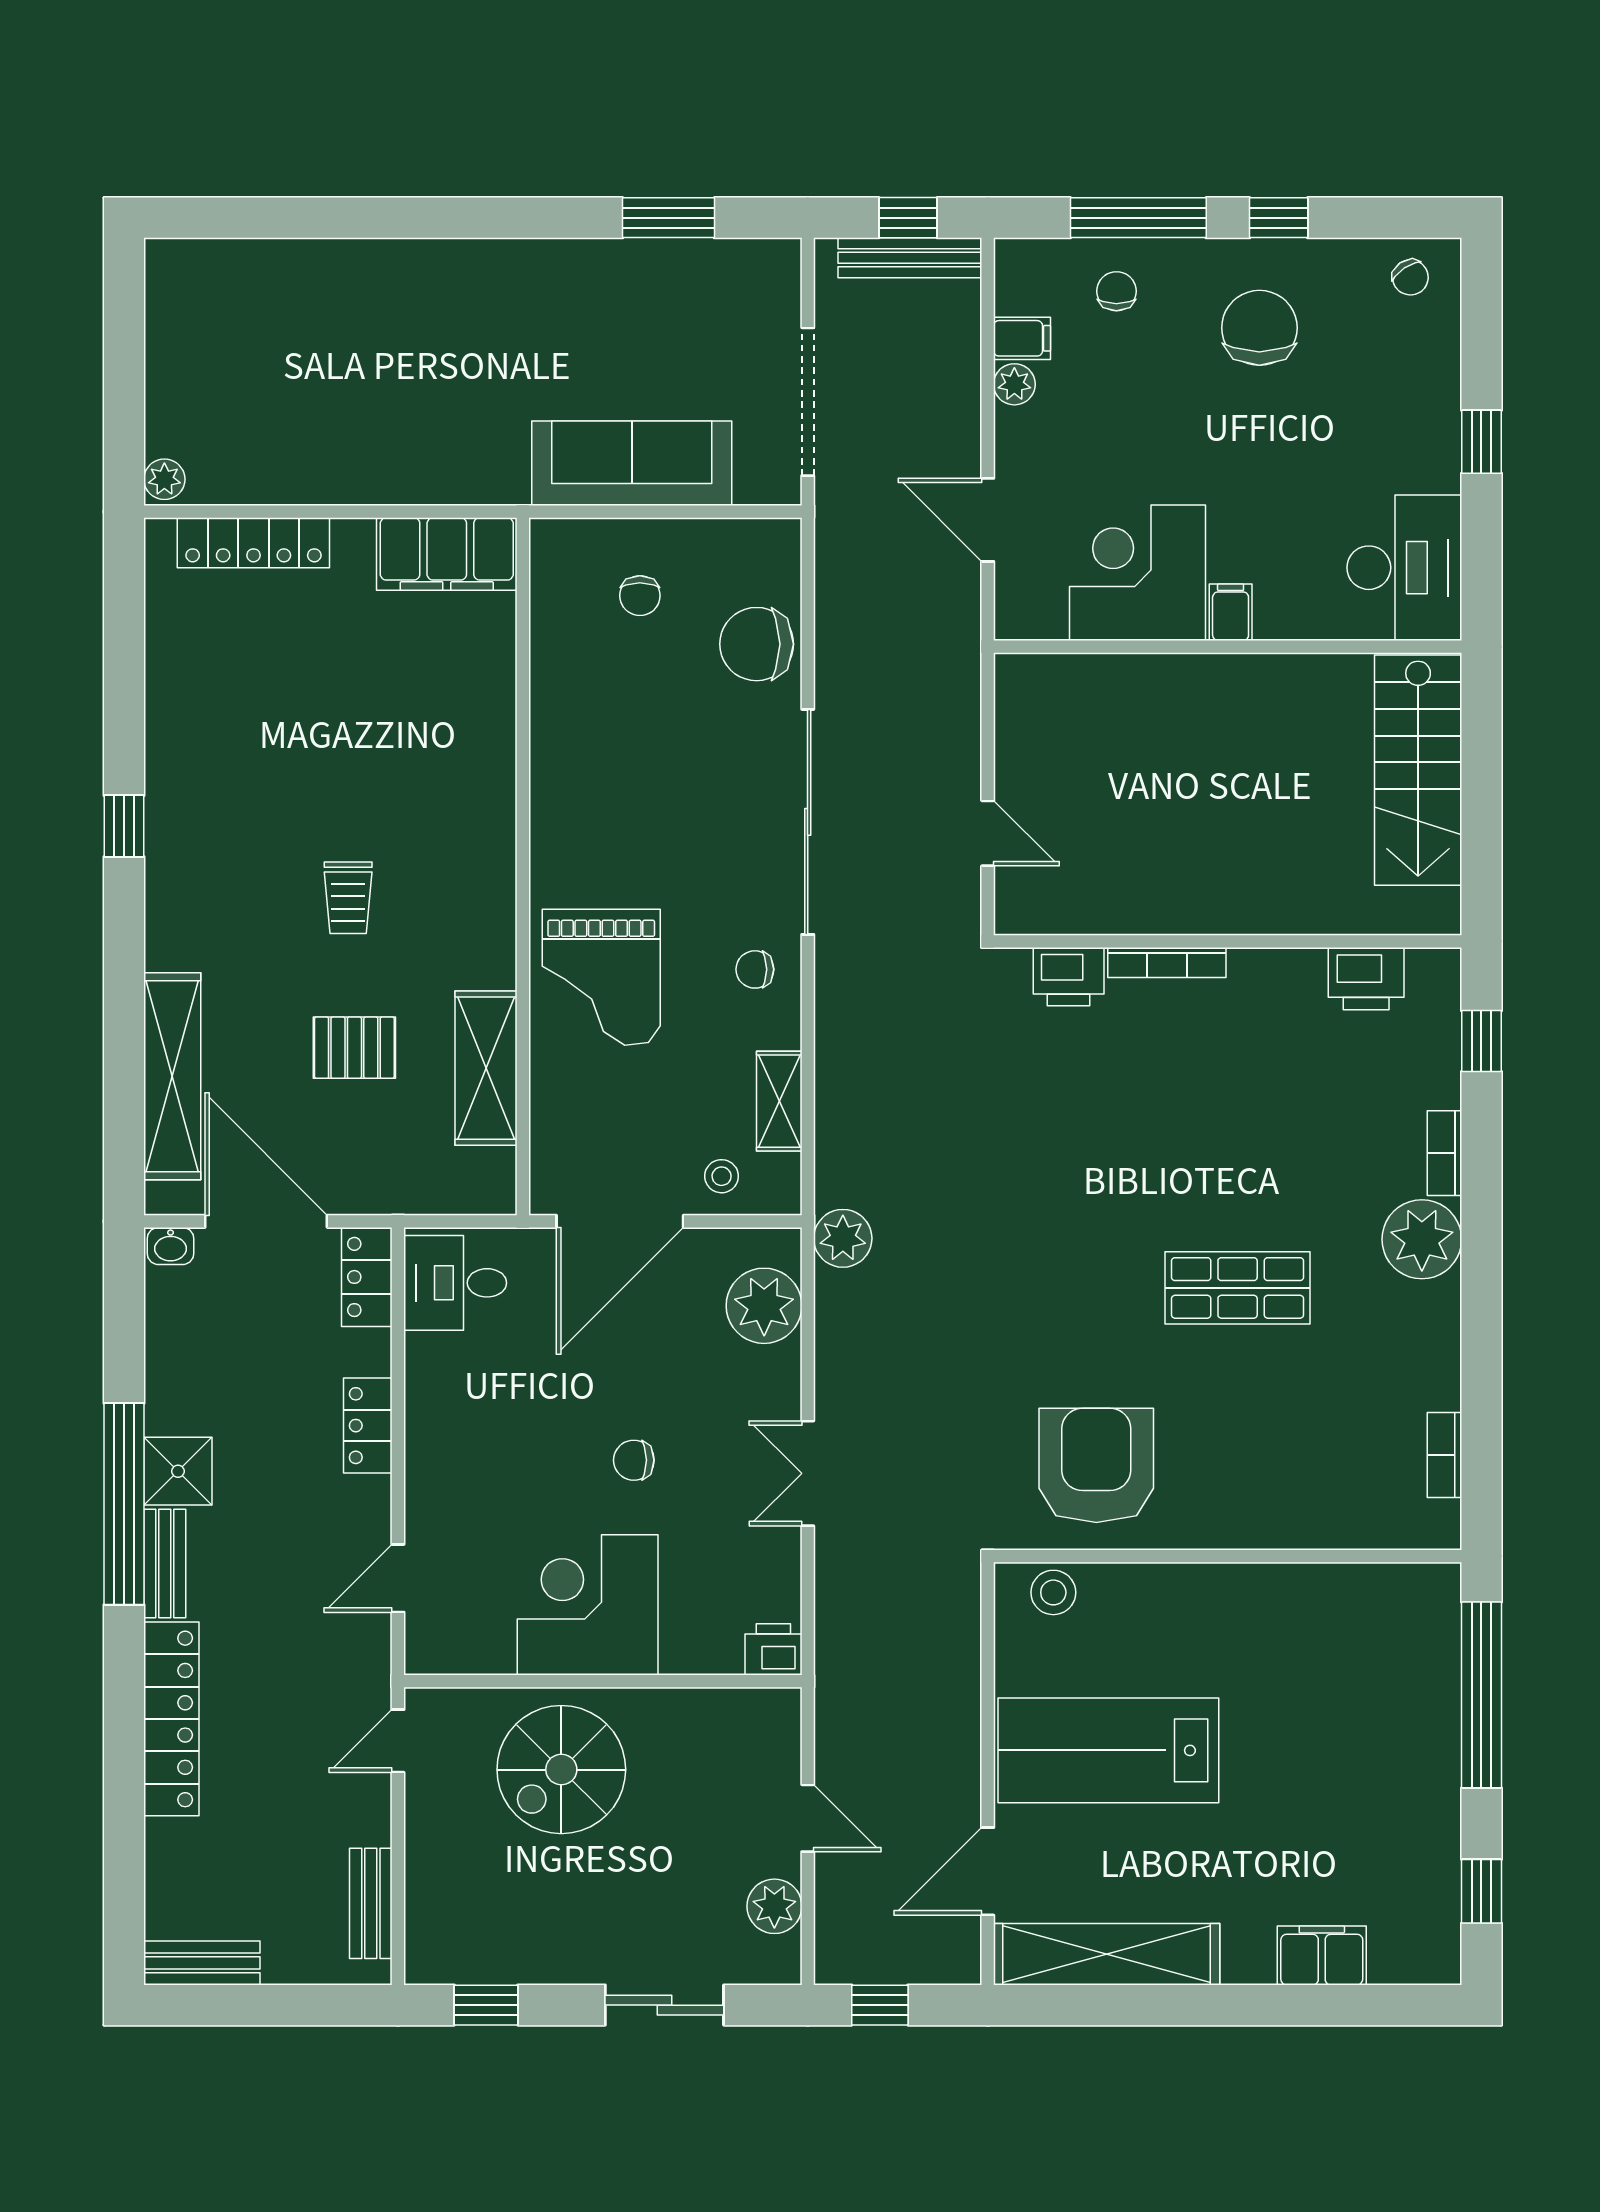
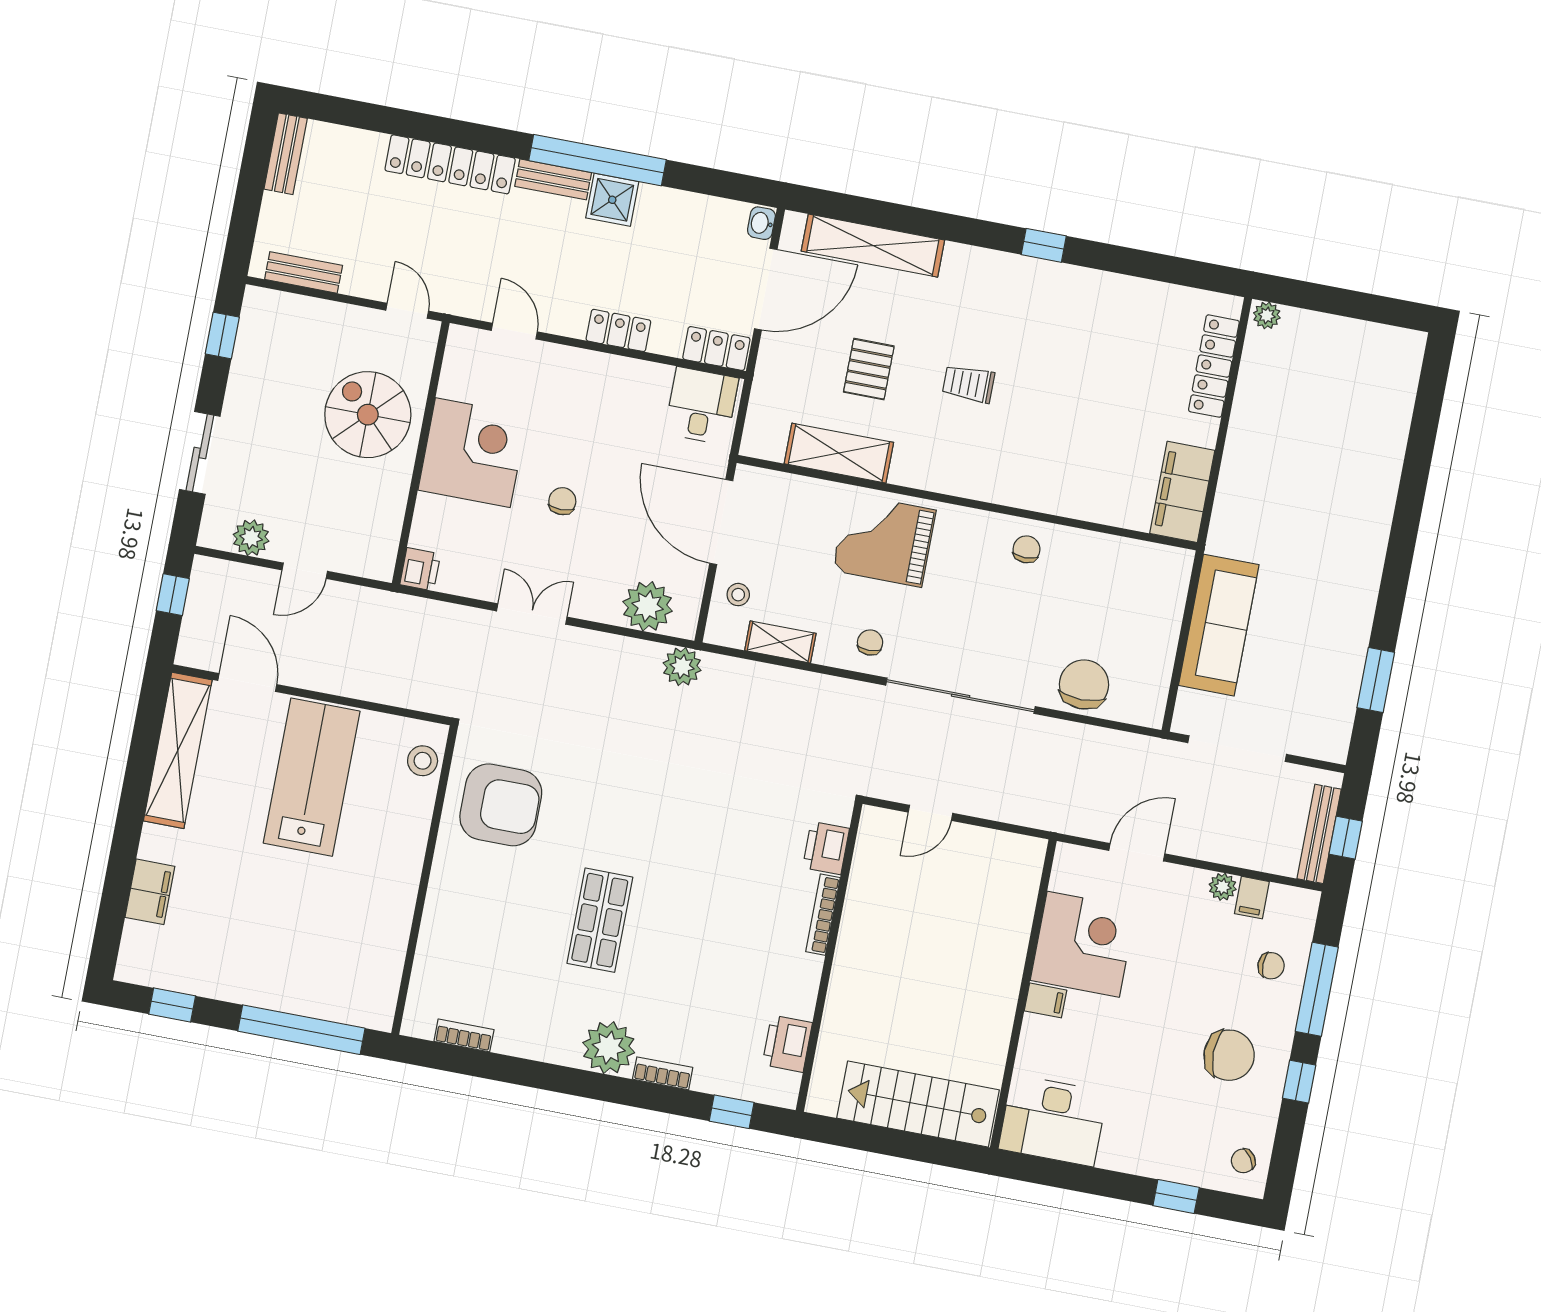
window: (1481, 442) -> (1176, 1197), moved
chair: (640, 596) -> (1026, 549), moved, turned 90

